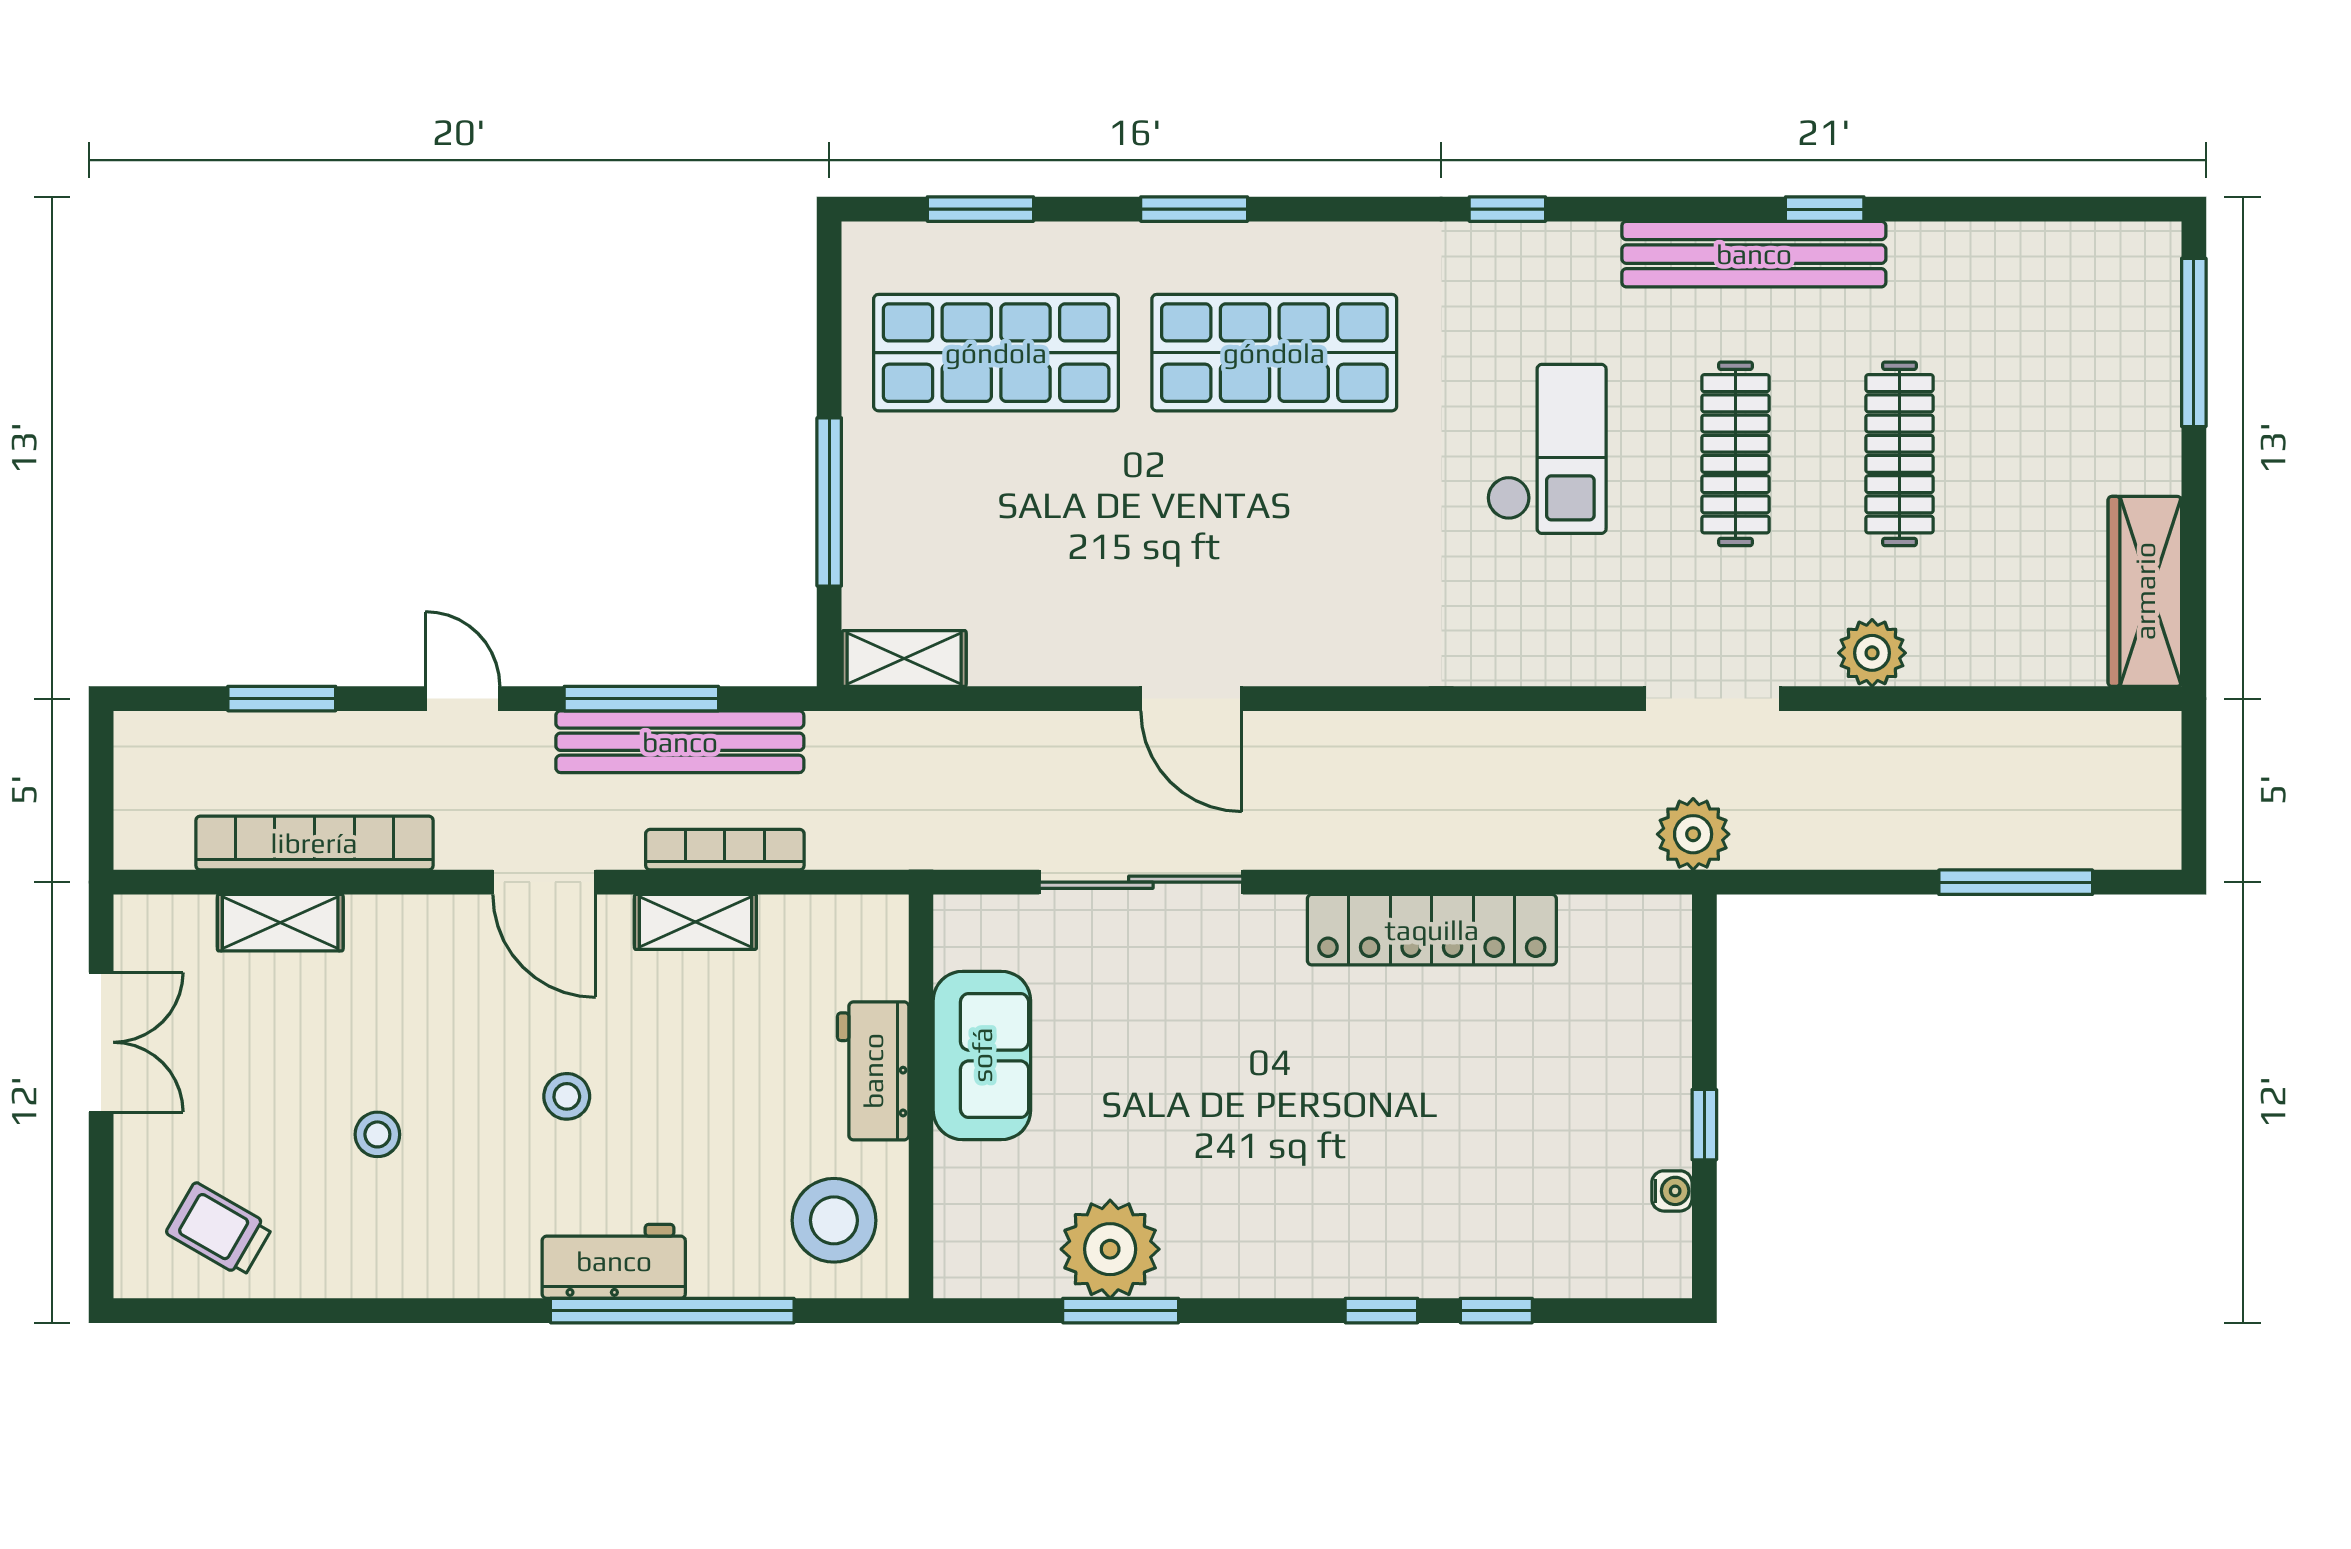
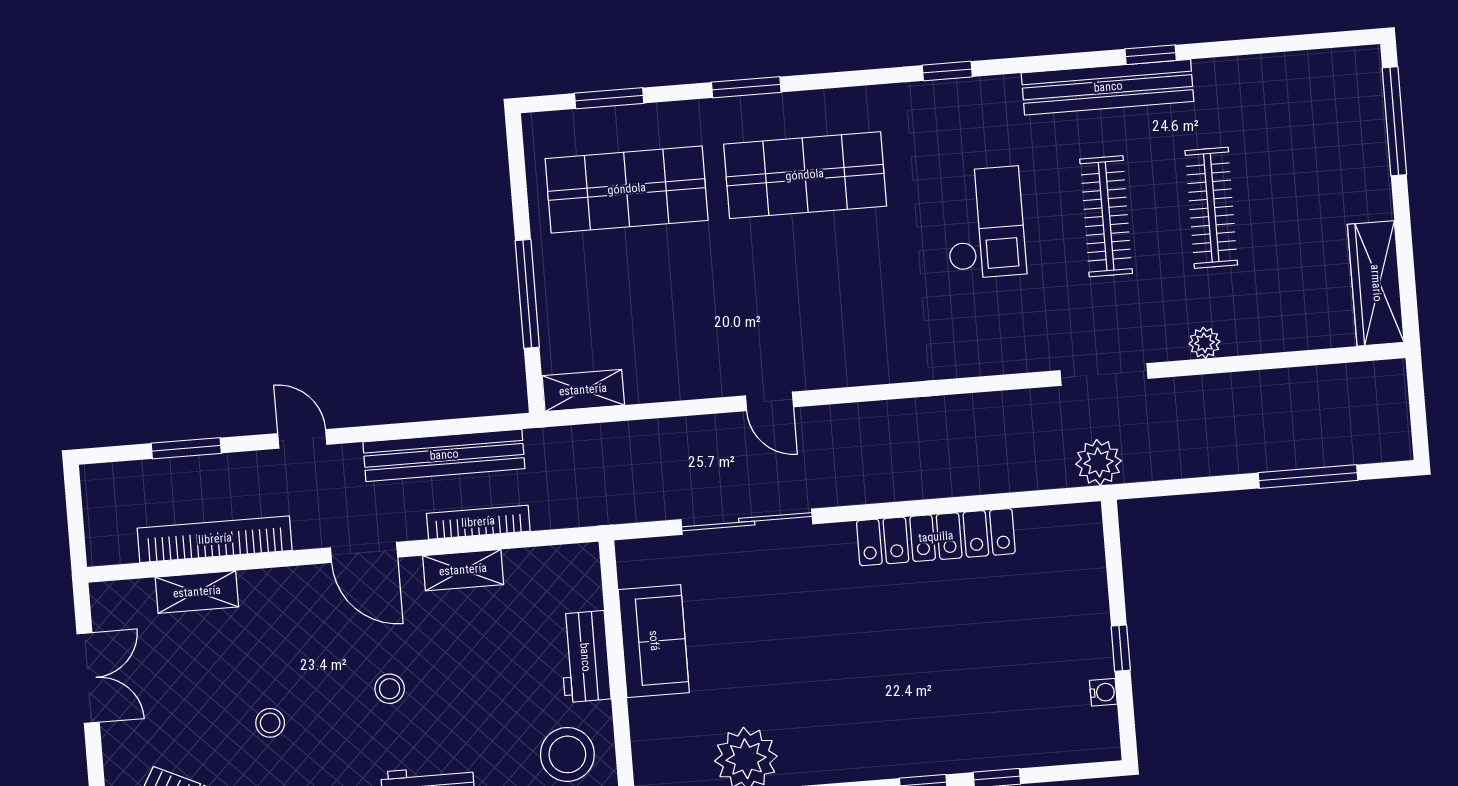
plant: (1872, 653) -> (1204, 343), width x0.73, depth x0.73
window: (641, 699) -> (417, 430), removed
door: (1191, 699) -> (770, 401), width x0.73

